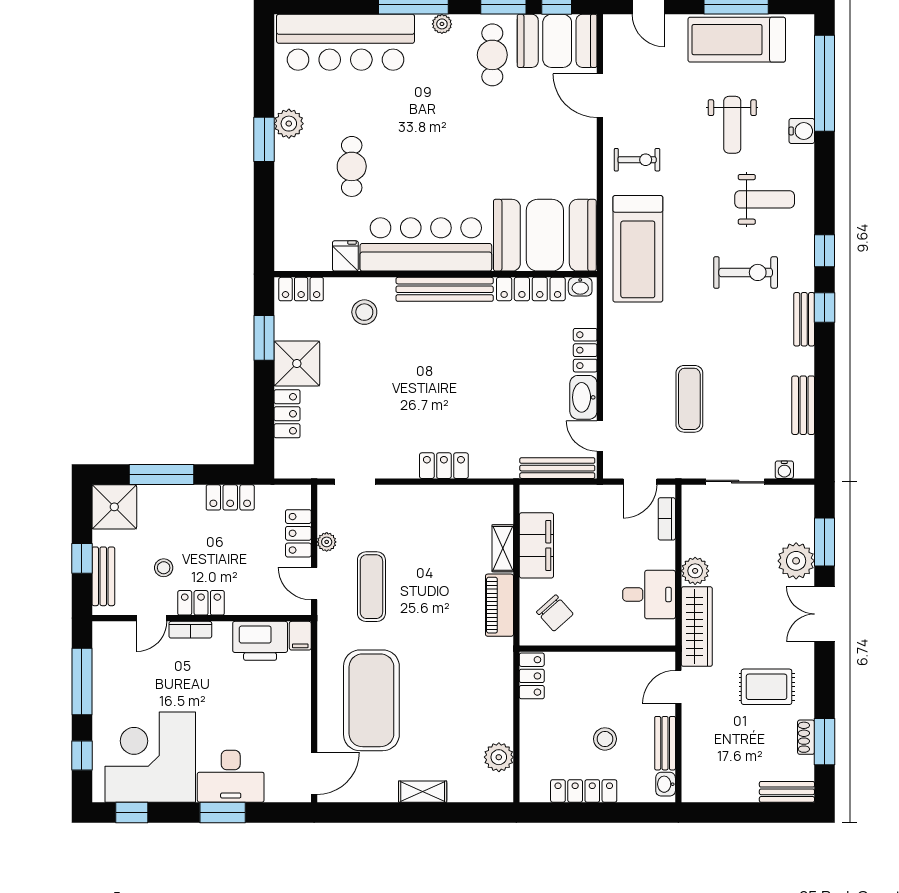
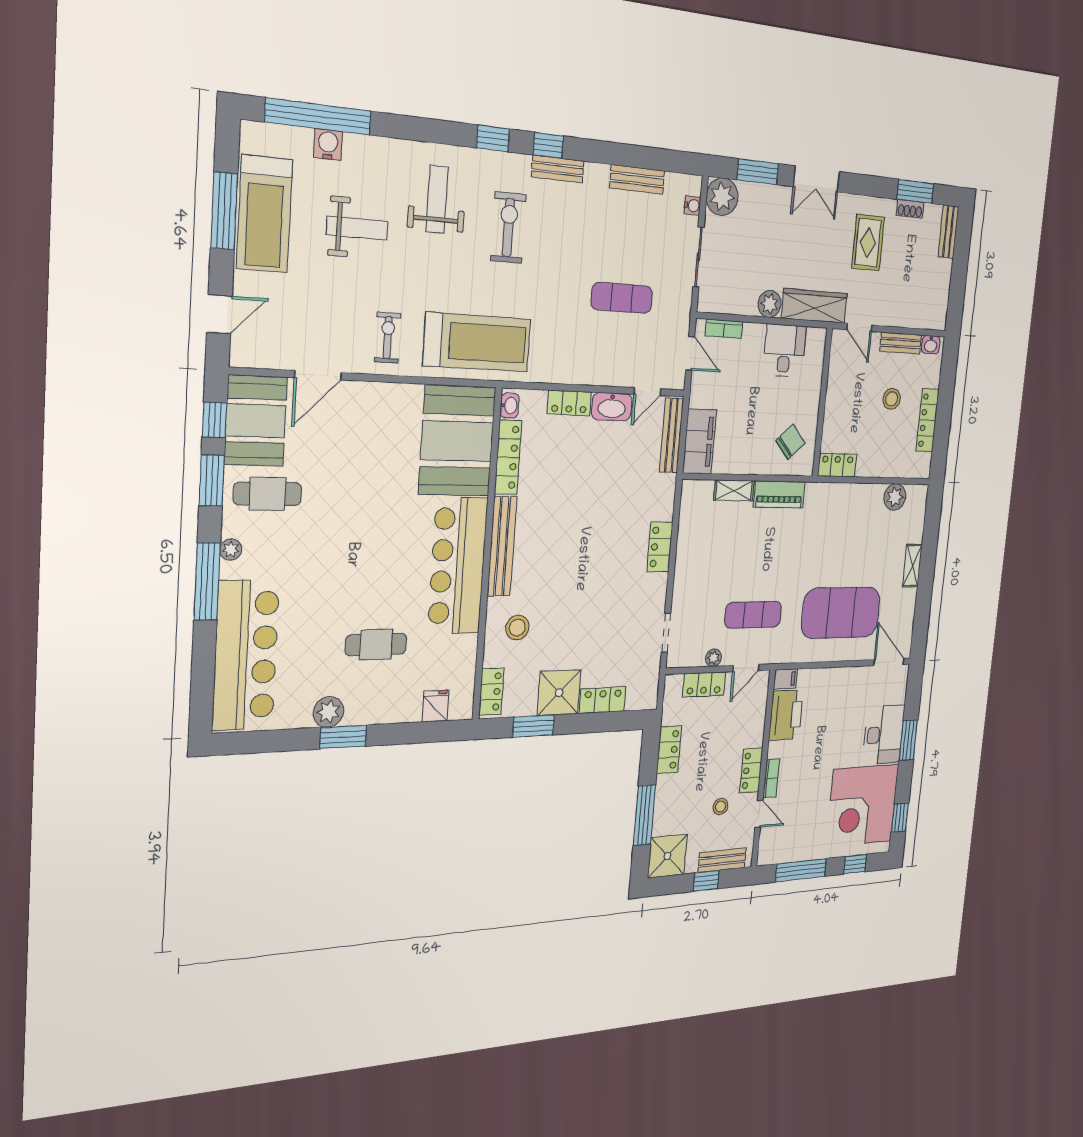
water cooler: (802, 131) -> (328, 144), moved
fridge: (345, 256) -> (436, 706), moved, turned 90
filing cabinet: (536, 545) -> (700, 441), moved, turned 90
plant: (796, 561) -> (722, 197), moved

